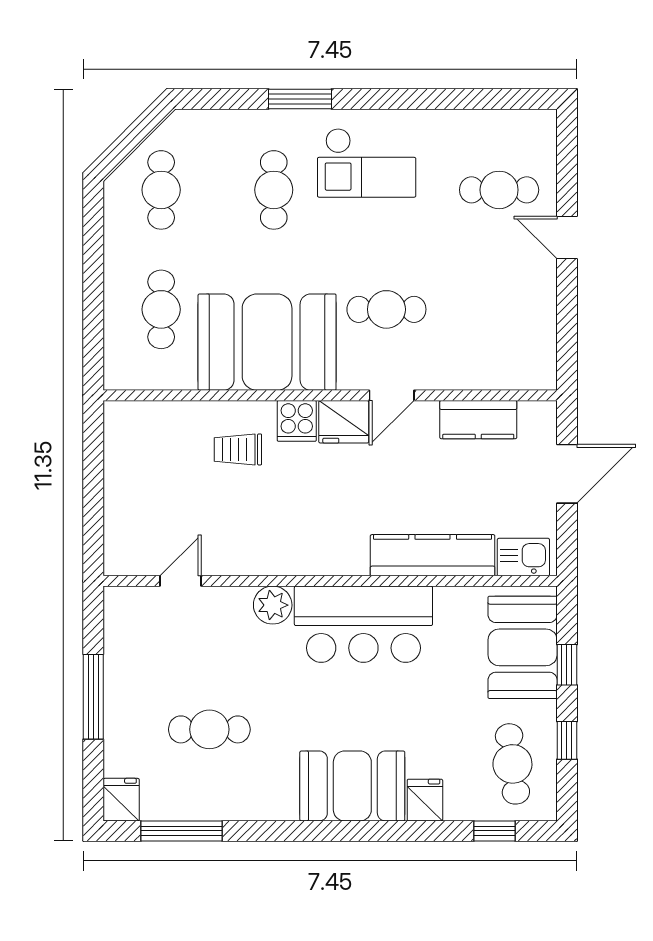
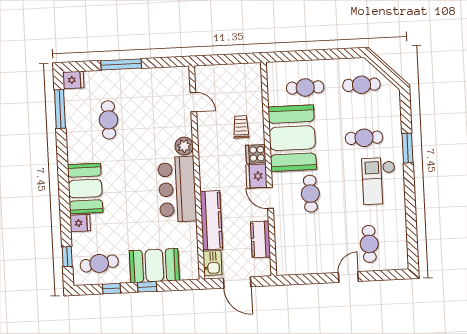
kitchen counter: (433, 555) -> (211, 220), moved
kitchen sink: (523, 557) -> (212, 263), moved
door: (181, 581) -> (193, 102), moved
wall: (330, 581) -> (197, 173), moved
plant: (273, 605) -> (184, 146), moved
bar counter: (363, 624) -> (177, 189), moved

